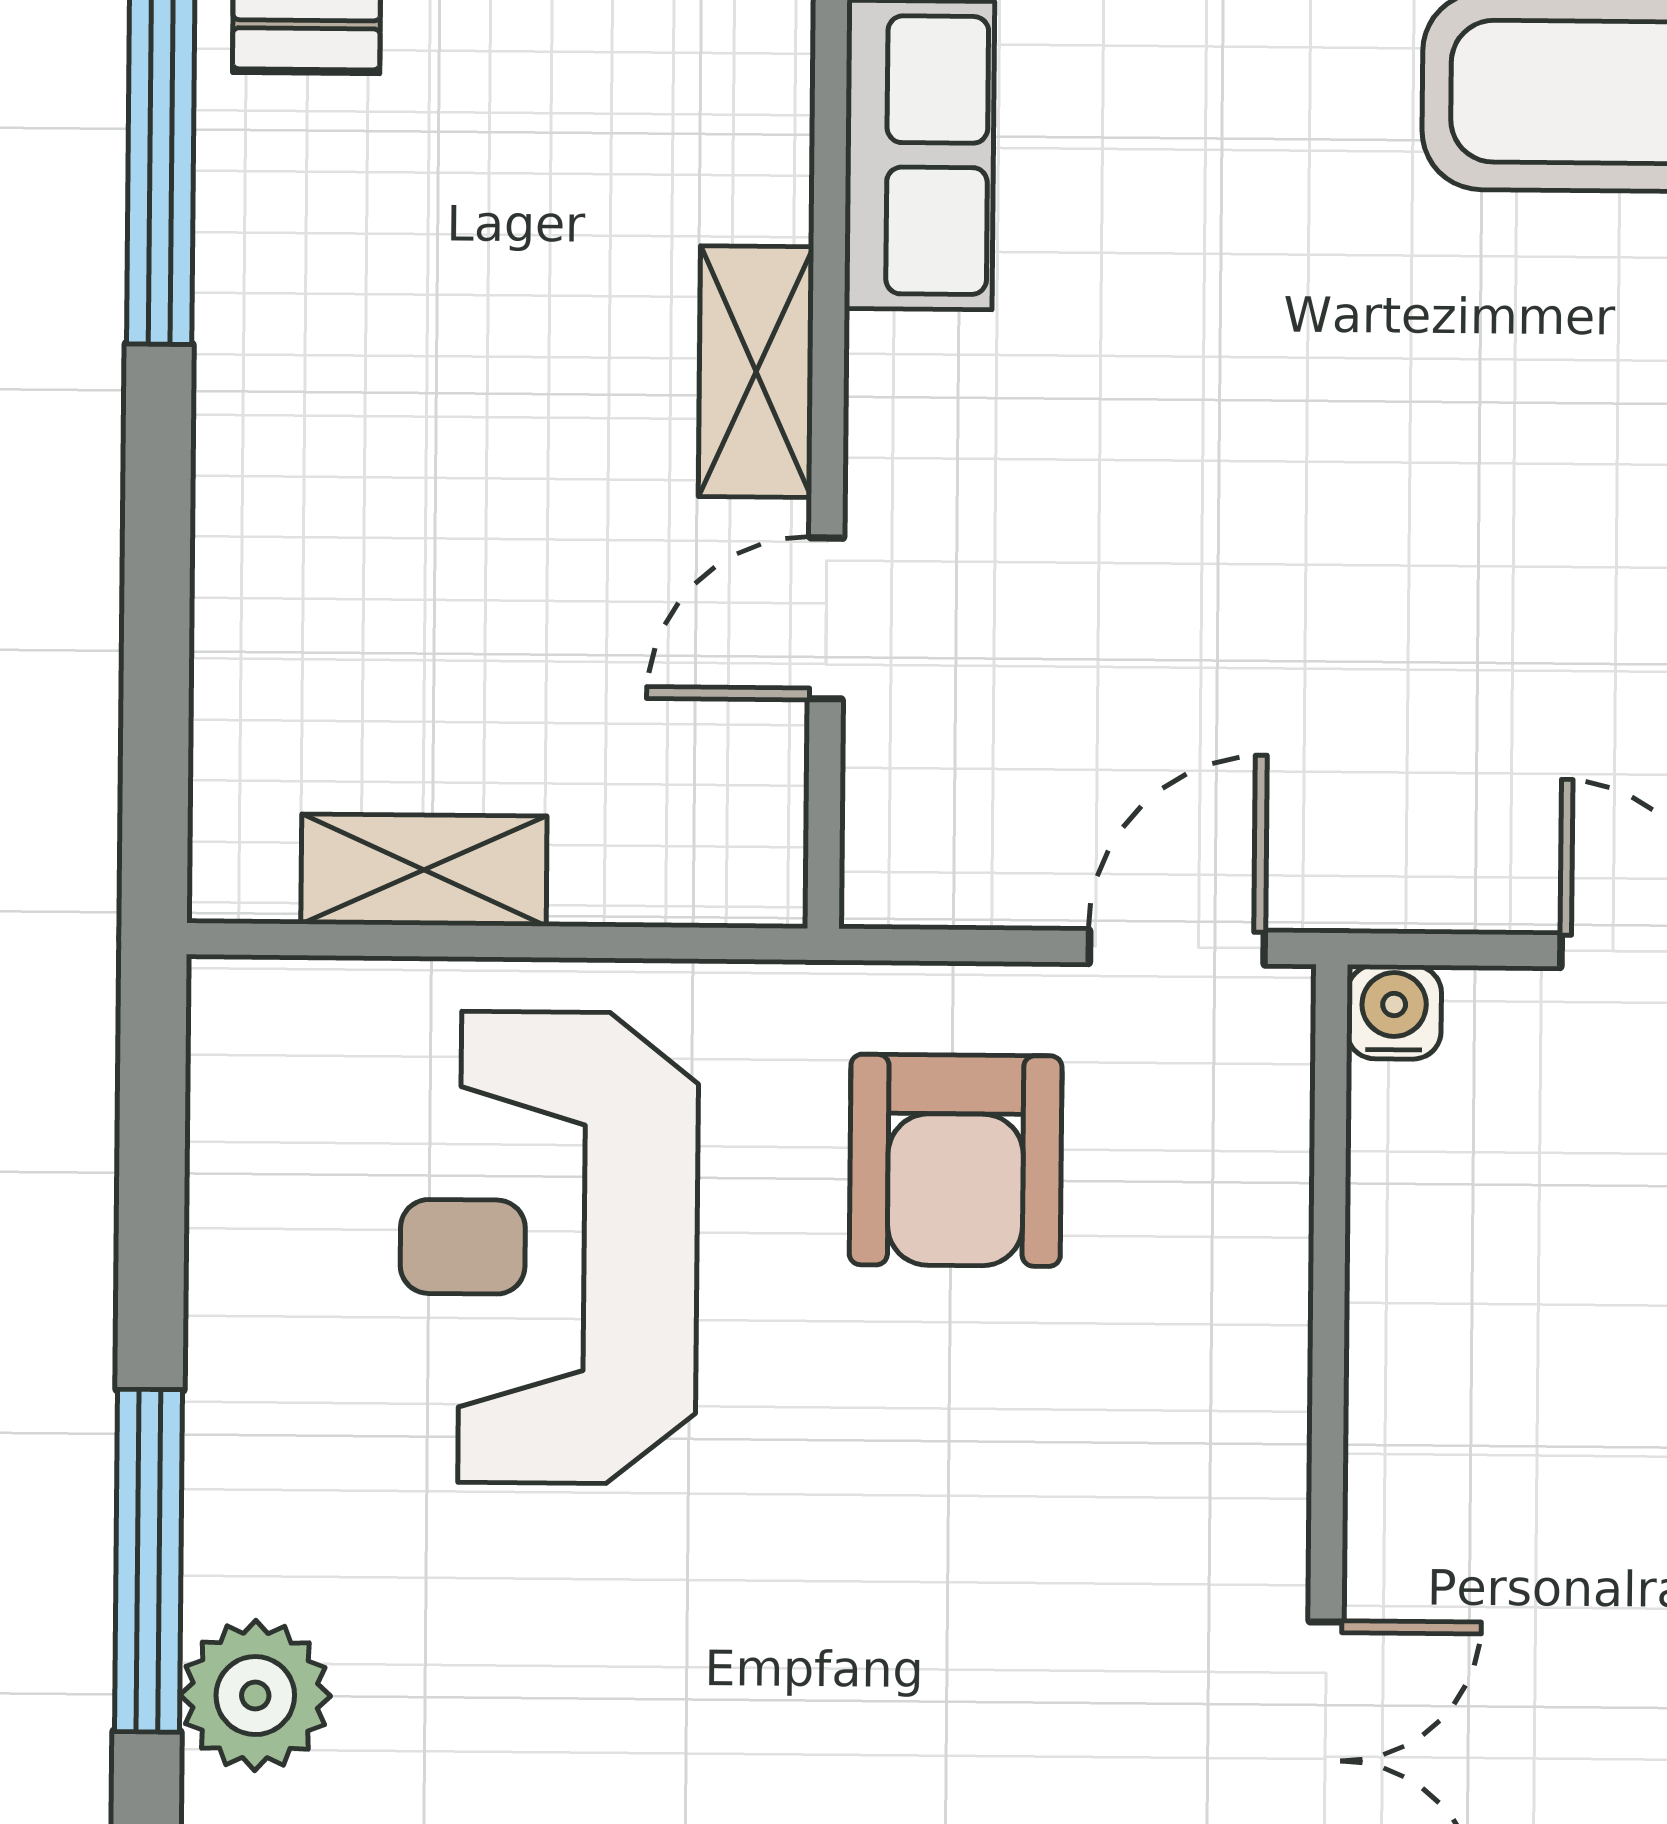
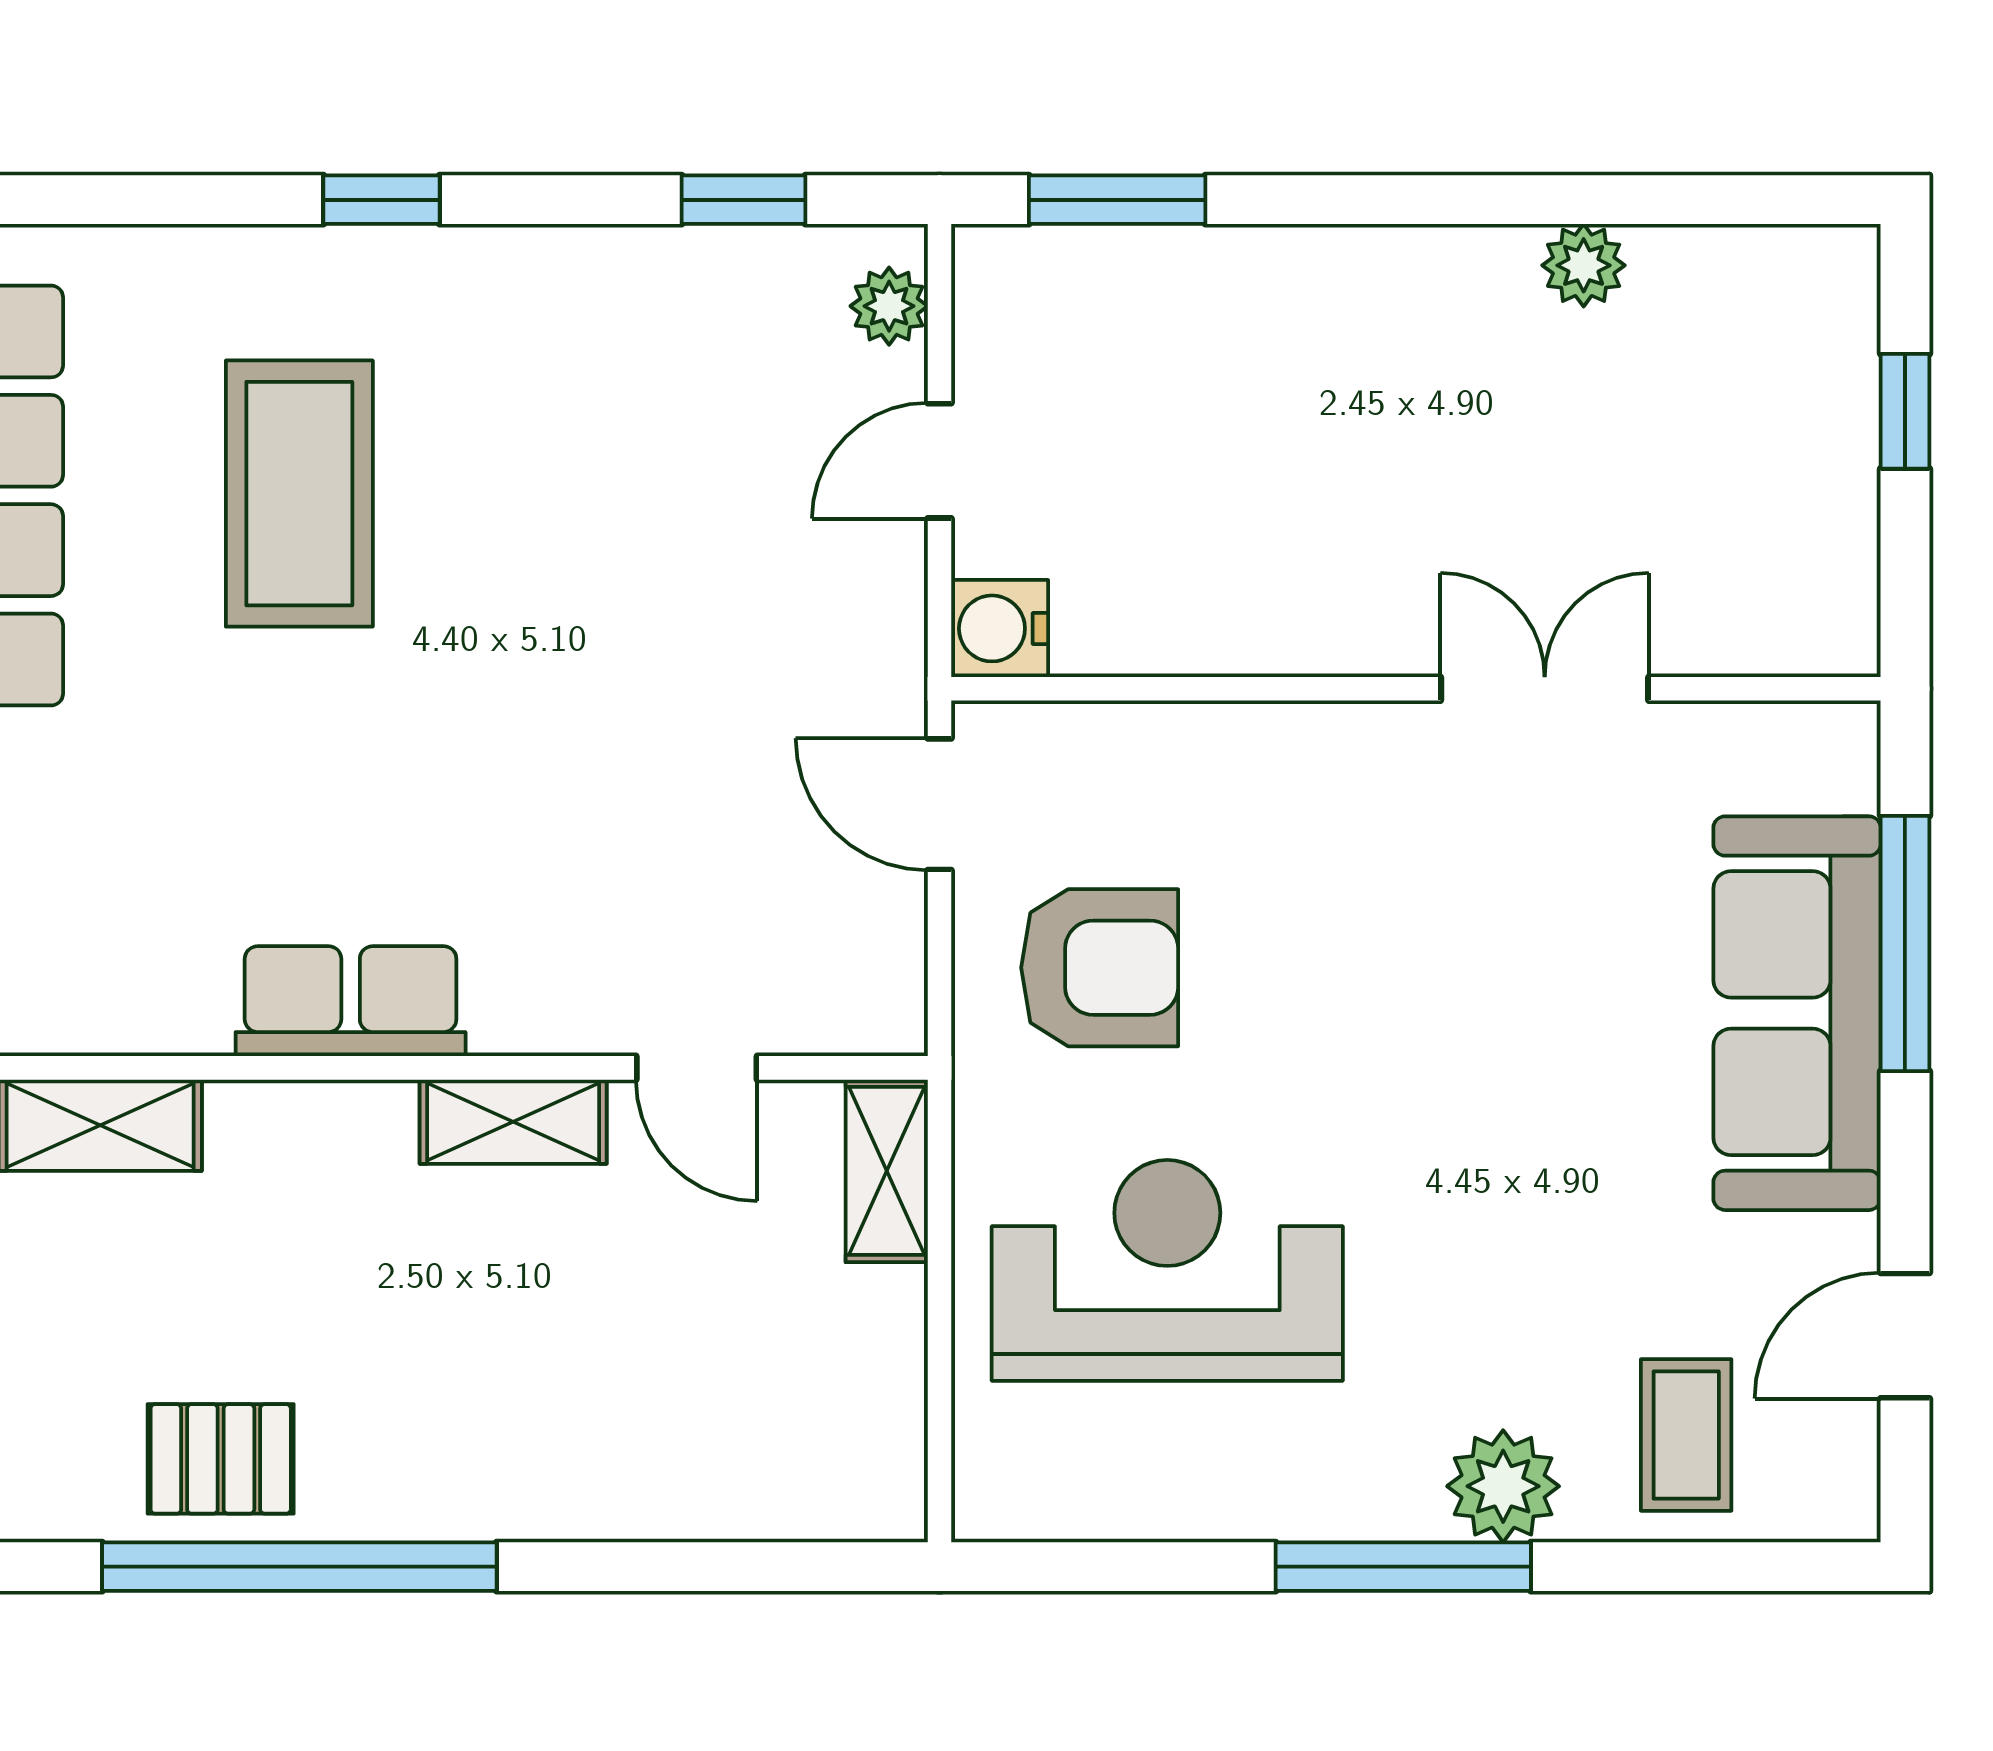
shelving: (424, 870) -> (887, 1171), moved
water cooler: (1394, 1012) -> (1000, 628), width x1.38, depth x1.38
reception desk: (549, 1248) -> (1167, 1270), turned 180

